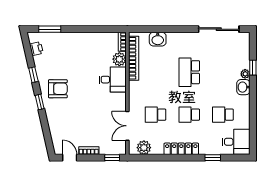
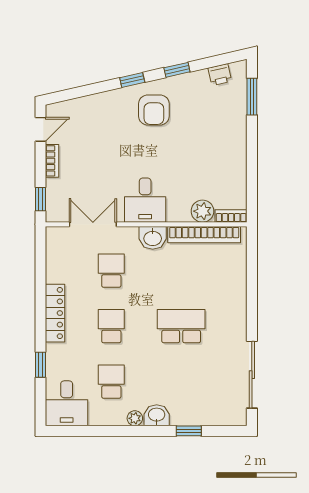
washbasin: (158, 39) -> (153, 238), moved, turned -90
plant: (245, 74) -> (135, 418), moved
desk: (113, 80) -> (145, 200), moved
plant: (144, 148) -> (57, 251), removed

